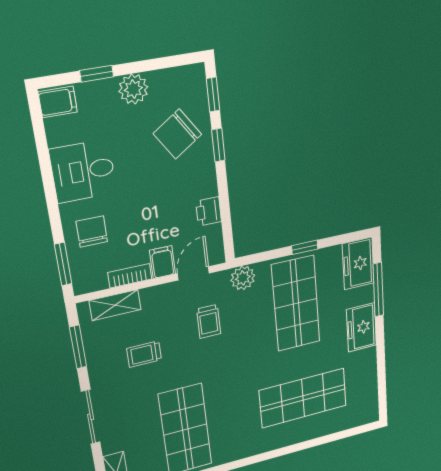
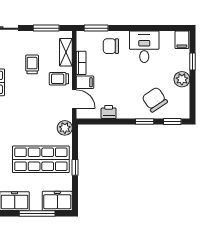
chair: (92, 232) -> (111, 46), turned 180
trolley: (209, 321) -> (59, 79), moved

